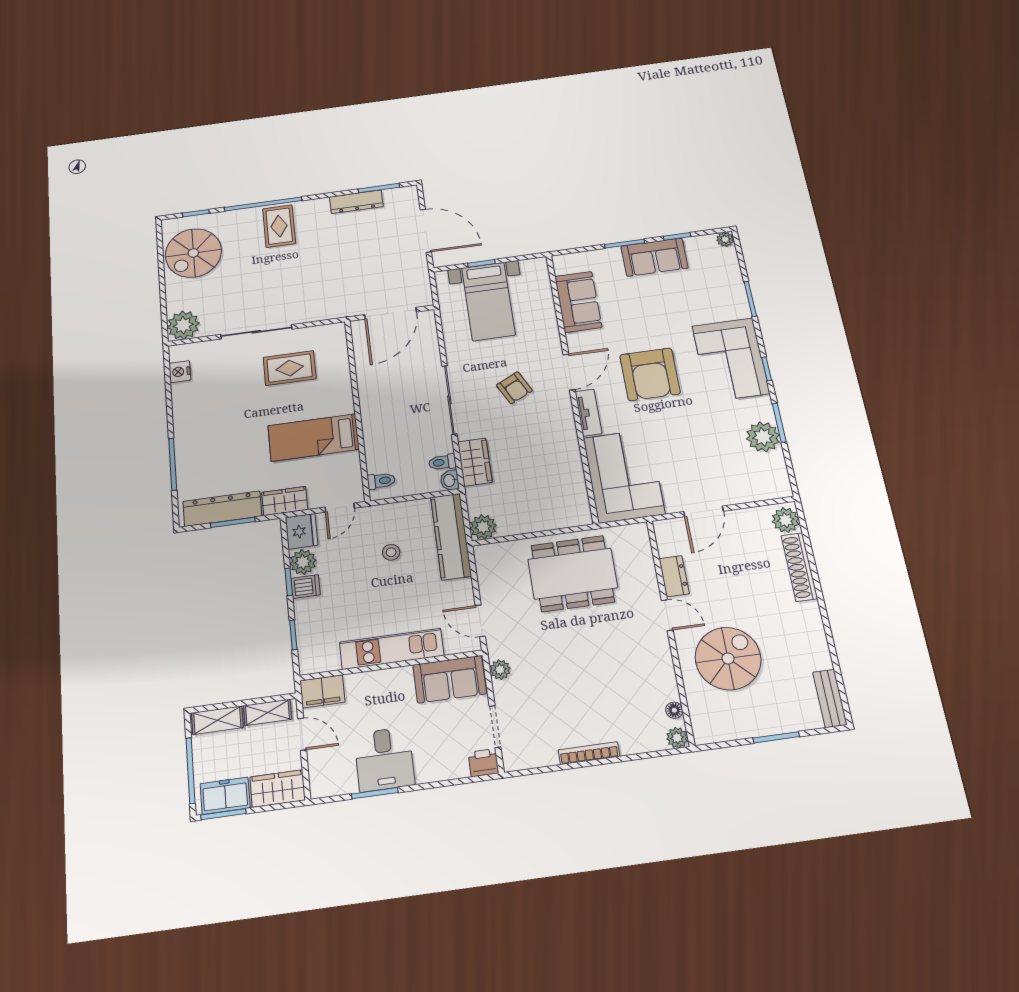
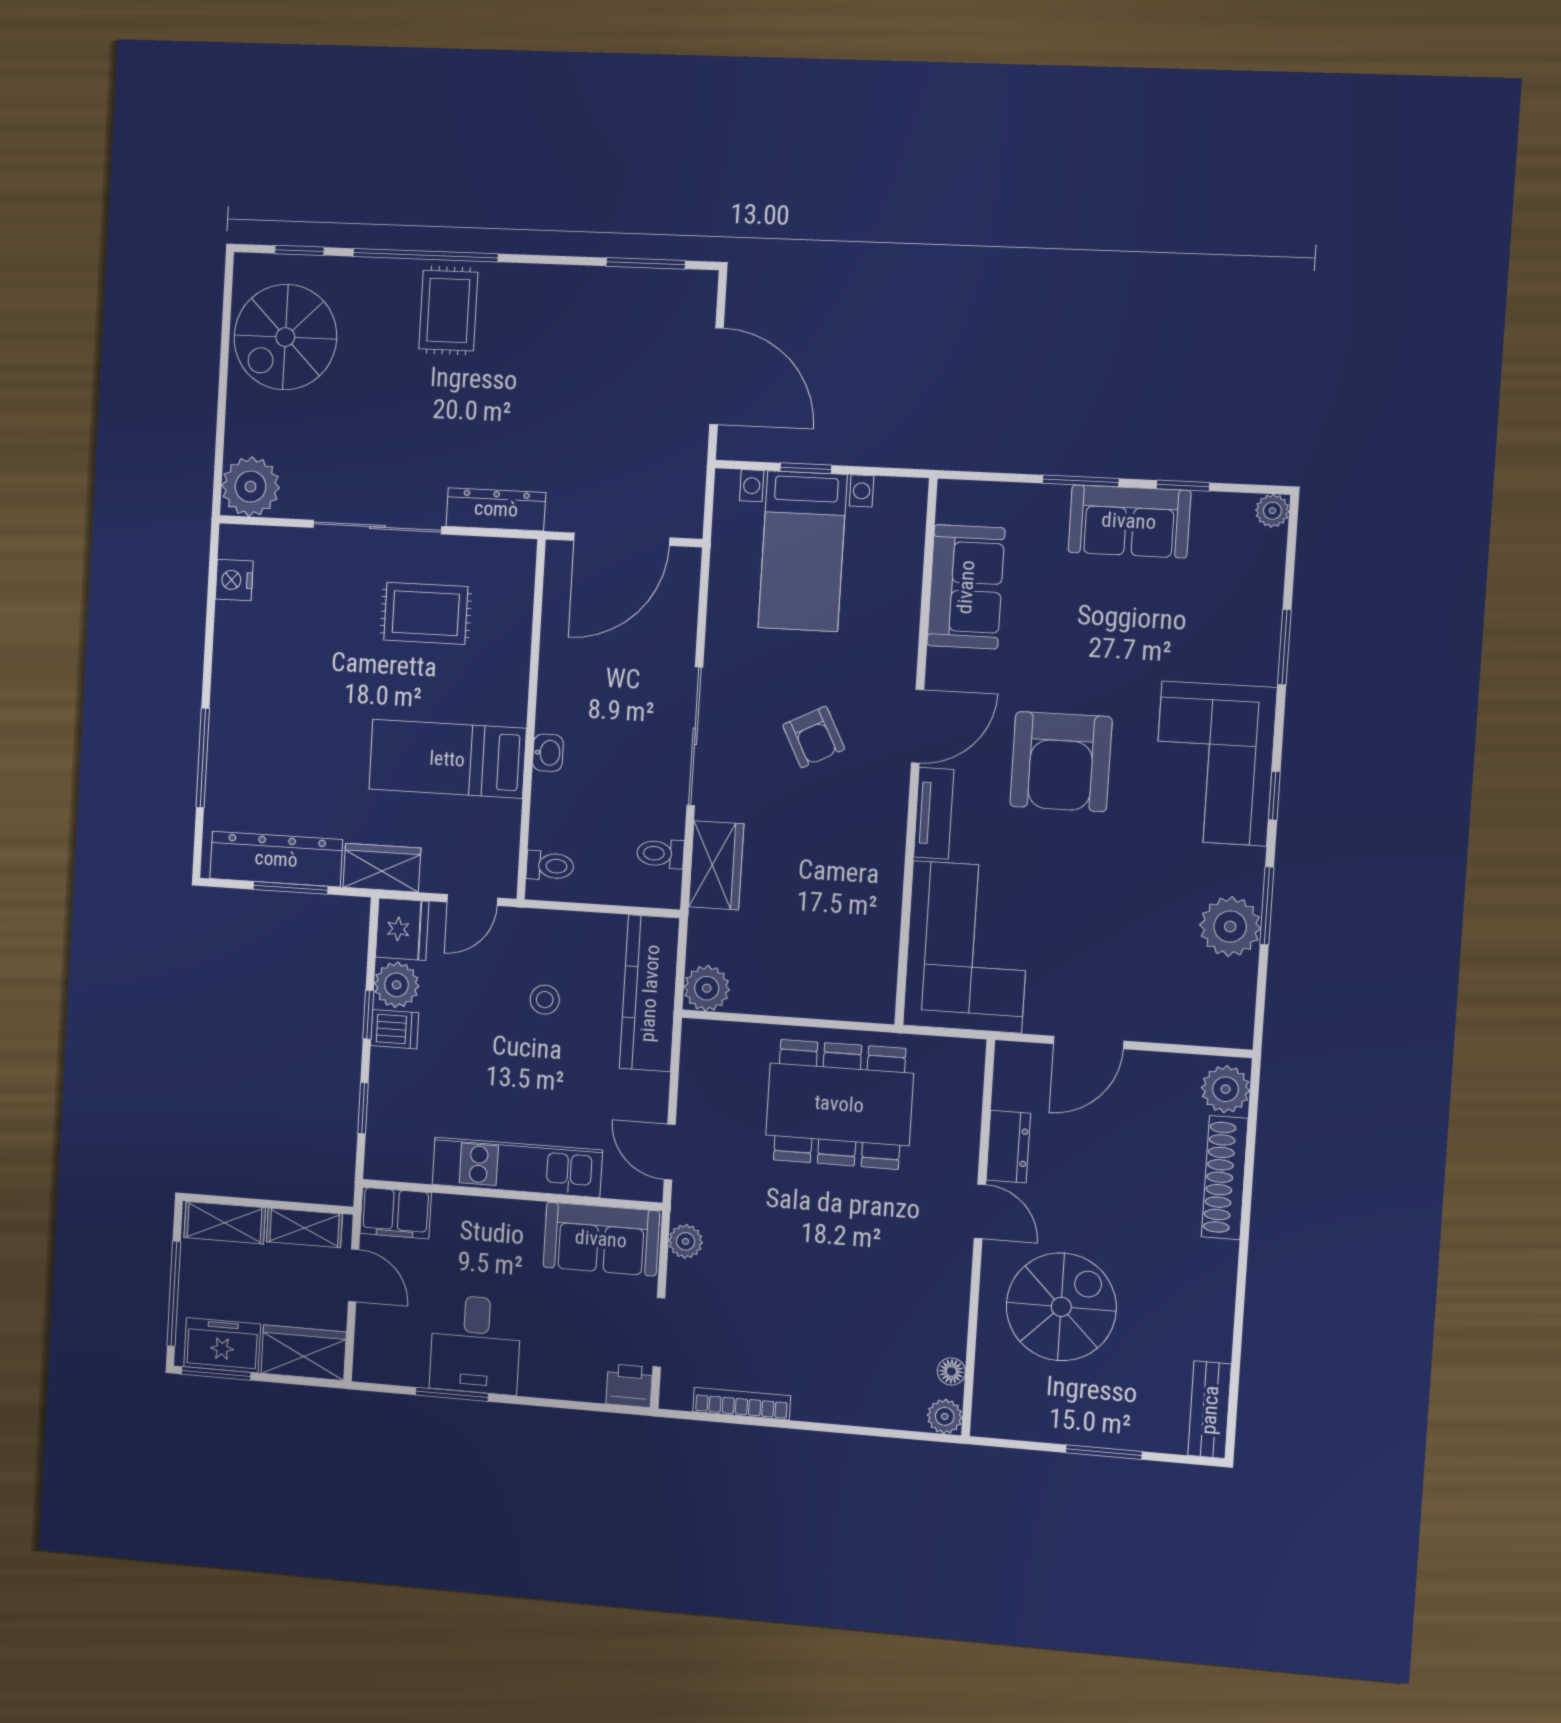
dresser: (356, 202) -> (496, 509), moved, turned 180
washbasin: (450, 480) -> (548, 753), moved, turned 180
bookcase: (589, 753) -> (742, 1404), moved

